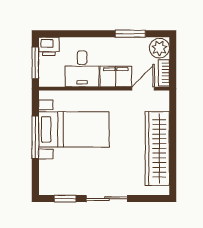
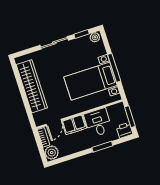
window: (130, 34) -> (102, 147), moved
plant: (48, 188) -> (95, 37), added

